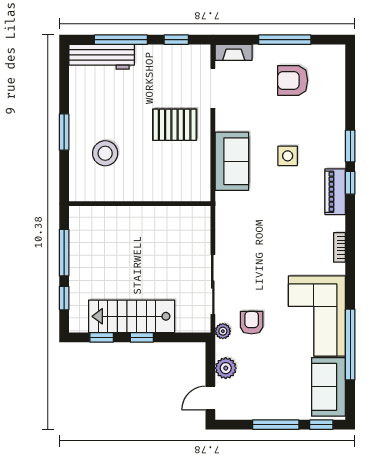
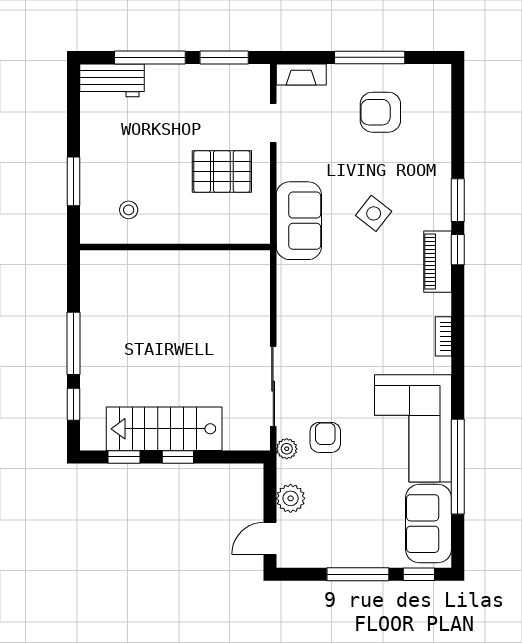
window: (176, 40) -> (224, 57), width x1.50
workbench: (102, 57) -> (112, 80), width x0.73
doorway: (213, 89) -> (273, 123), width x0.73
stool: (105, 153) -> (129, 210), width x0.53, depth x0.53
side table: (288, 156) -> (374, 213), turned 38
wall: (140, 204) -> (175, 247), moved

